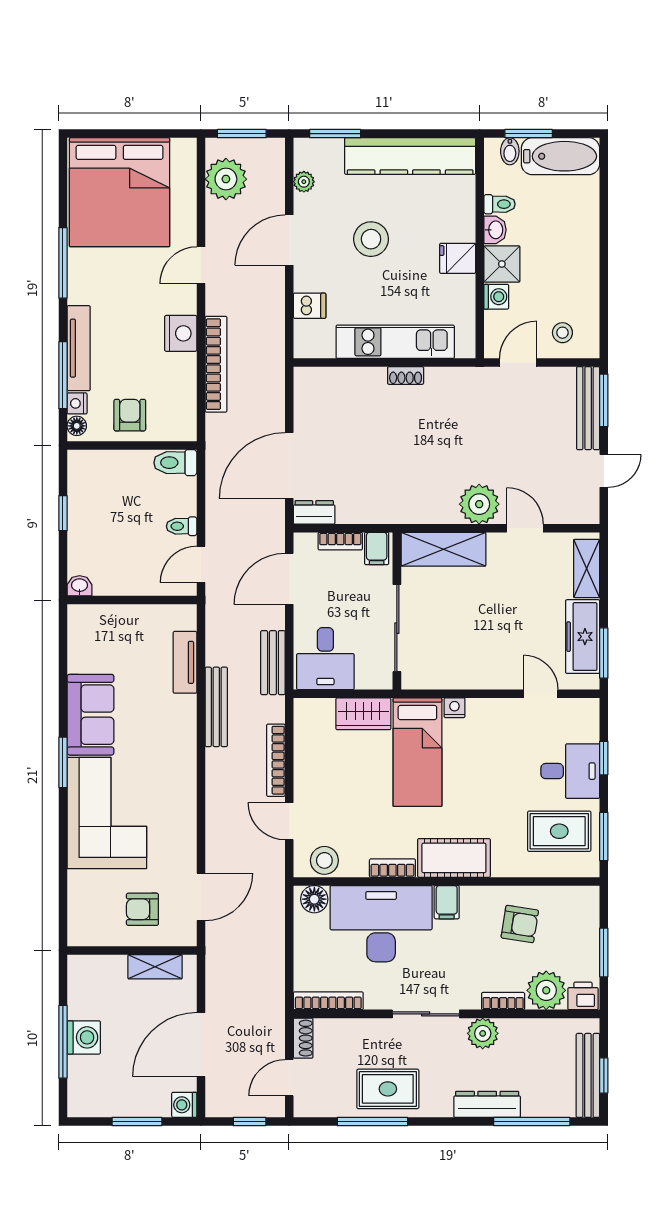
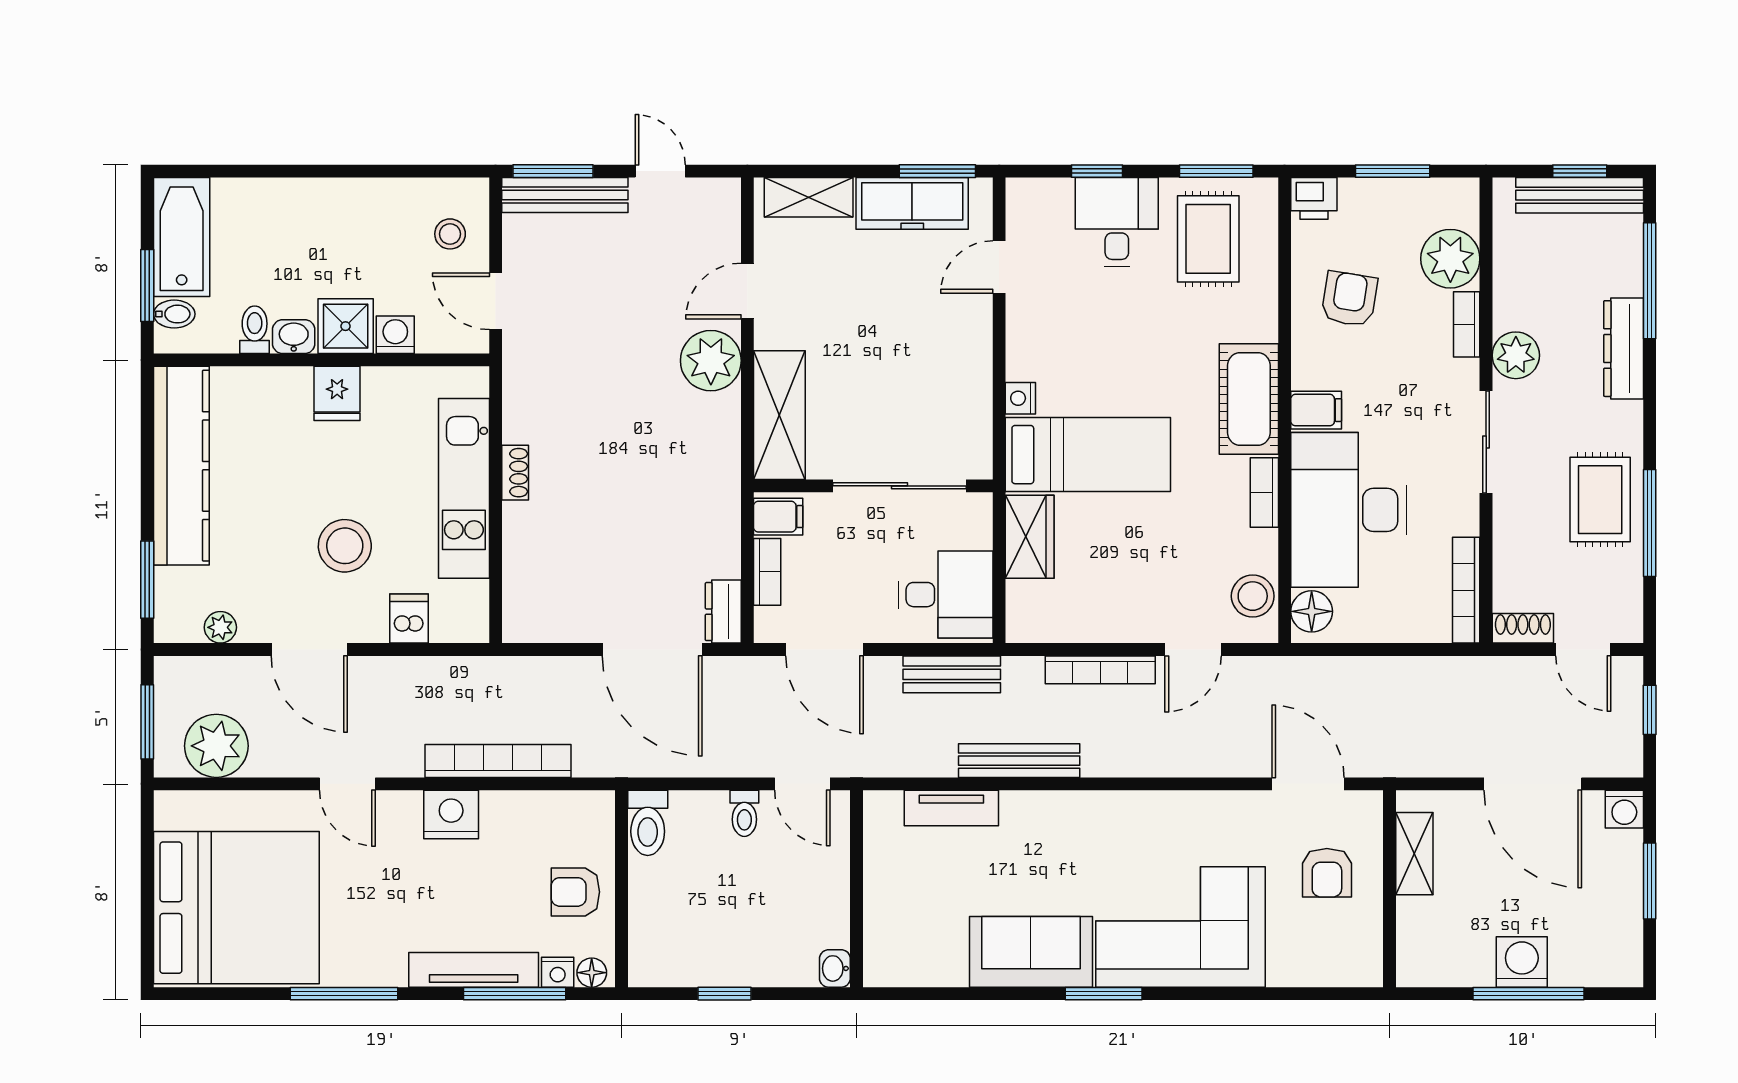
stool: (371, 239) -> (345, 546), moved
printer: (583, 996) -> (1314, 198), moved, turned -90

